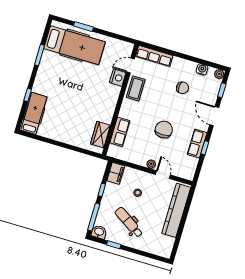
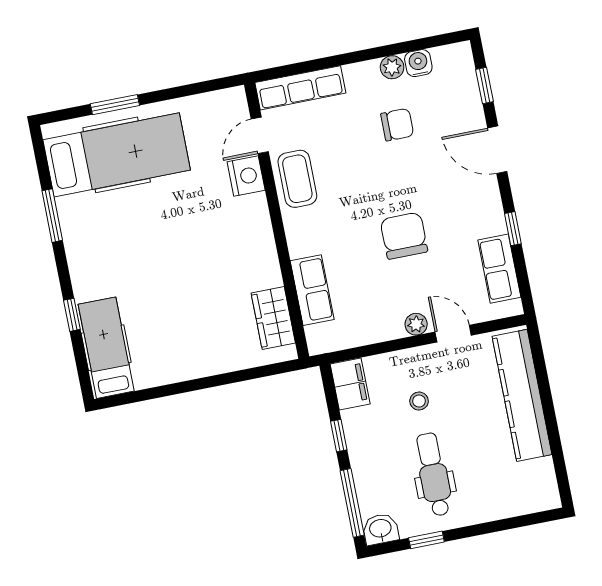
plant: (219, 74) -> (392, 67), moved
row of seats: (197, 144) -> (499, 269), moved
dental chair: (129, 222) -> (434, 474), turned 57

